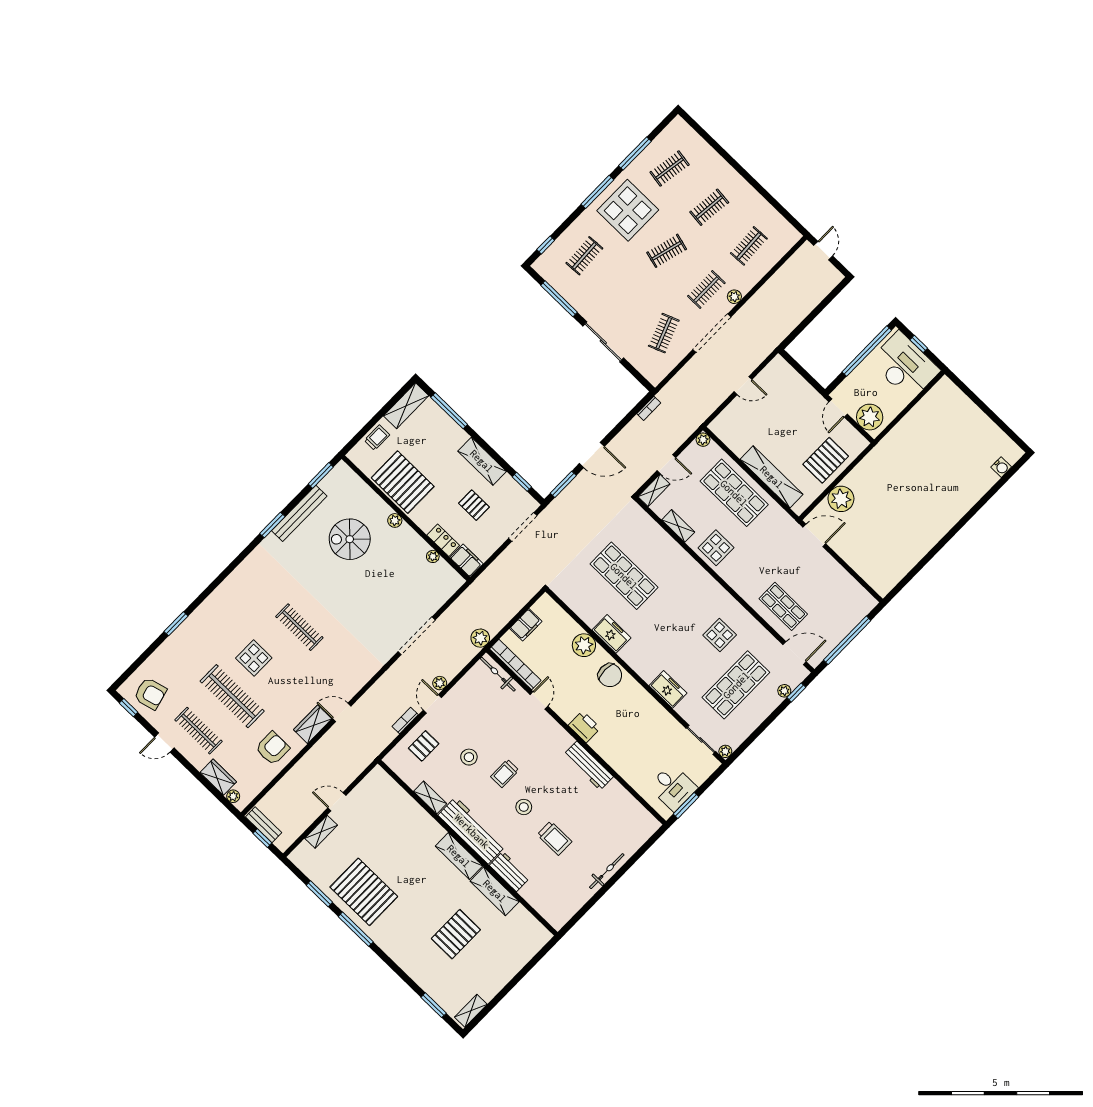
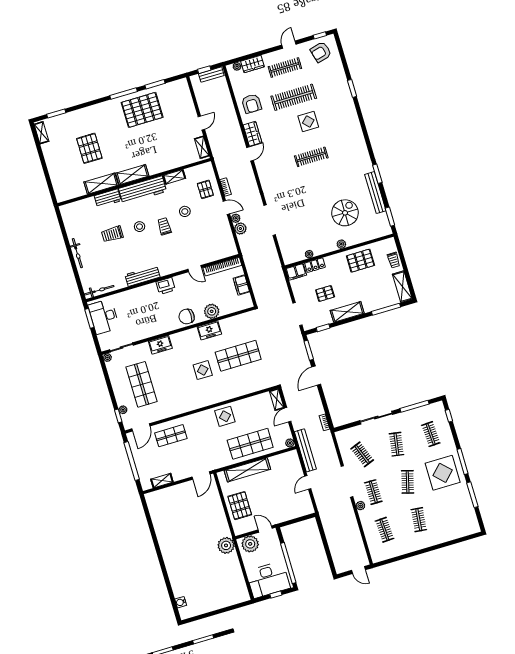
clothes rail: (670, 168) -> (396, 444), moved
bench: (701, 413) -> (305, 450), added
pallet: (403, 482) -> (360, 261), width x0.73, depth x0.71
plant: (841, 499) -> (226, 545), moved
shelving: (678, 526) -> (162, 481), moved
display table: (720, 635) -> (203, 370), moved
plant: (480, 638) -> (240, 229), moved
bicycle: (498, 674) -> (99, 290), moved
desk: (673, 787) -> (104, 317), width x1.37
shelving: (321, 832) -> (202, 147), moved

